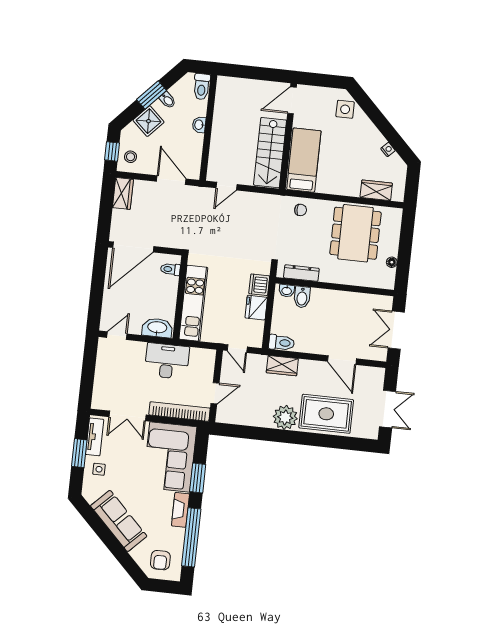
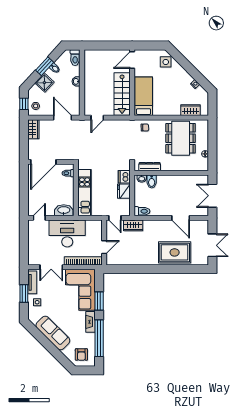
desk: (167, 361) -> (67, 234), width x1.36, depth x1.30
wardrobe: (282, 366) -> (133, 225), moved
plant: (285, 417) -> (149, 257), removed

